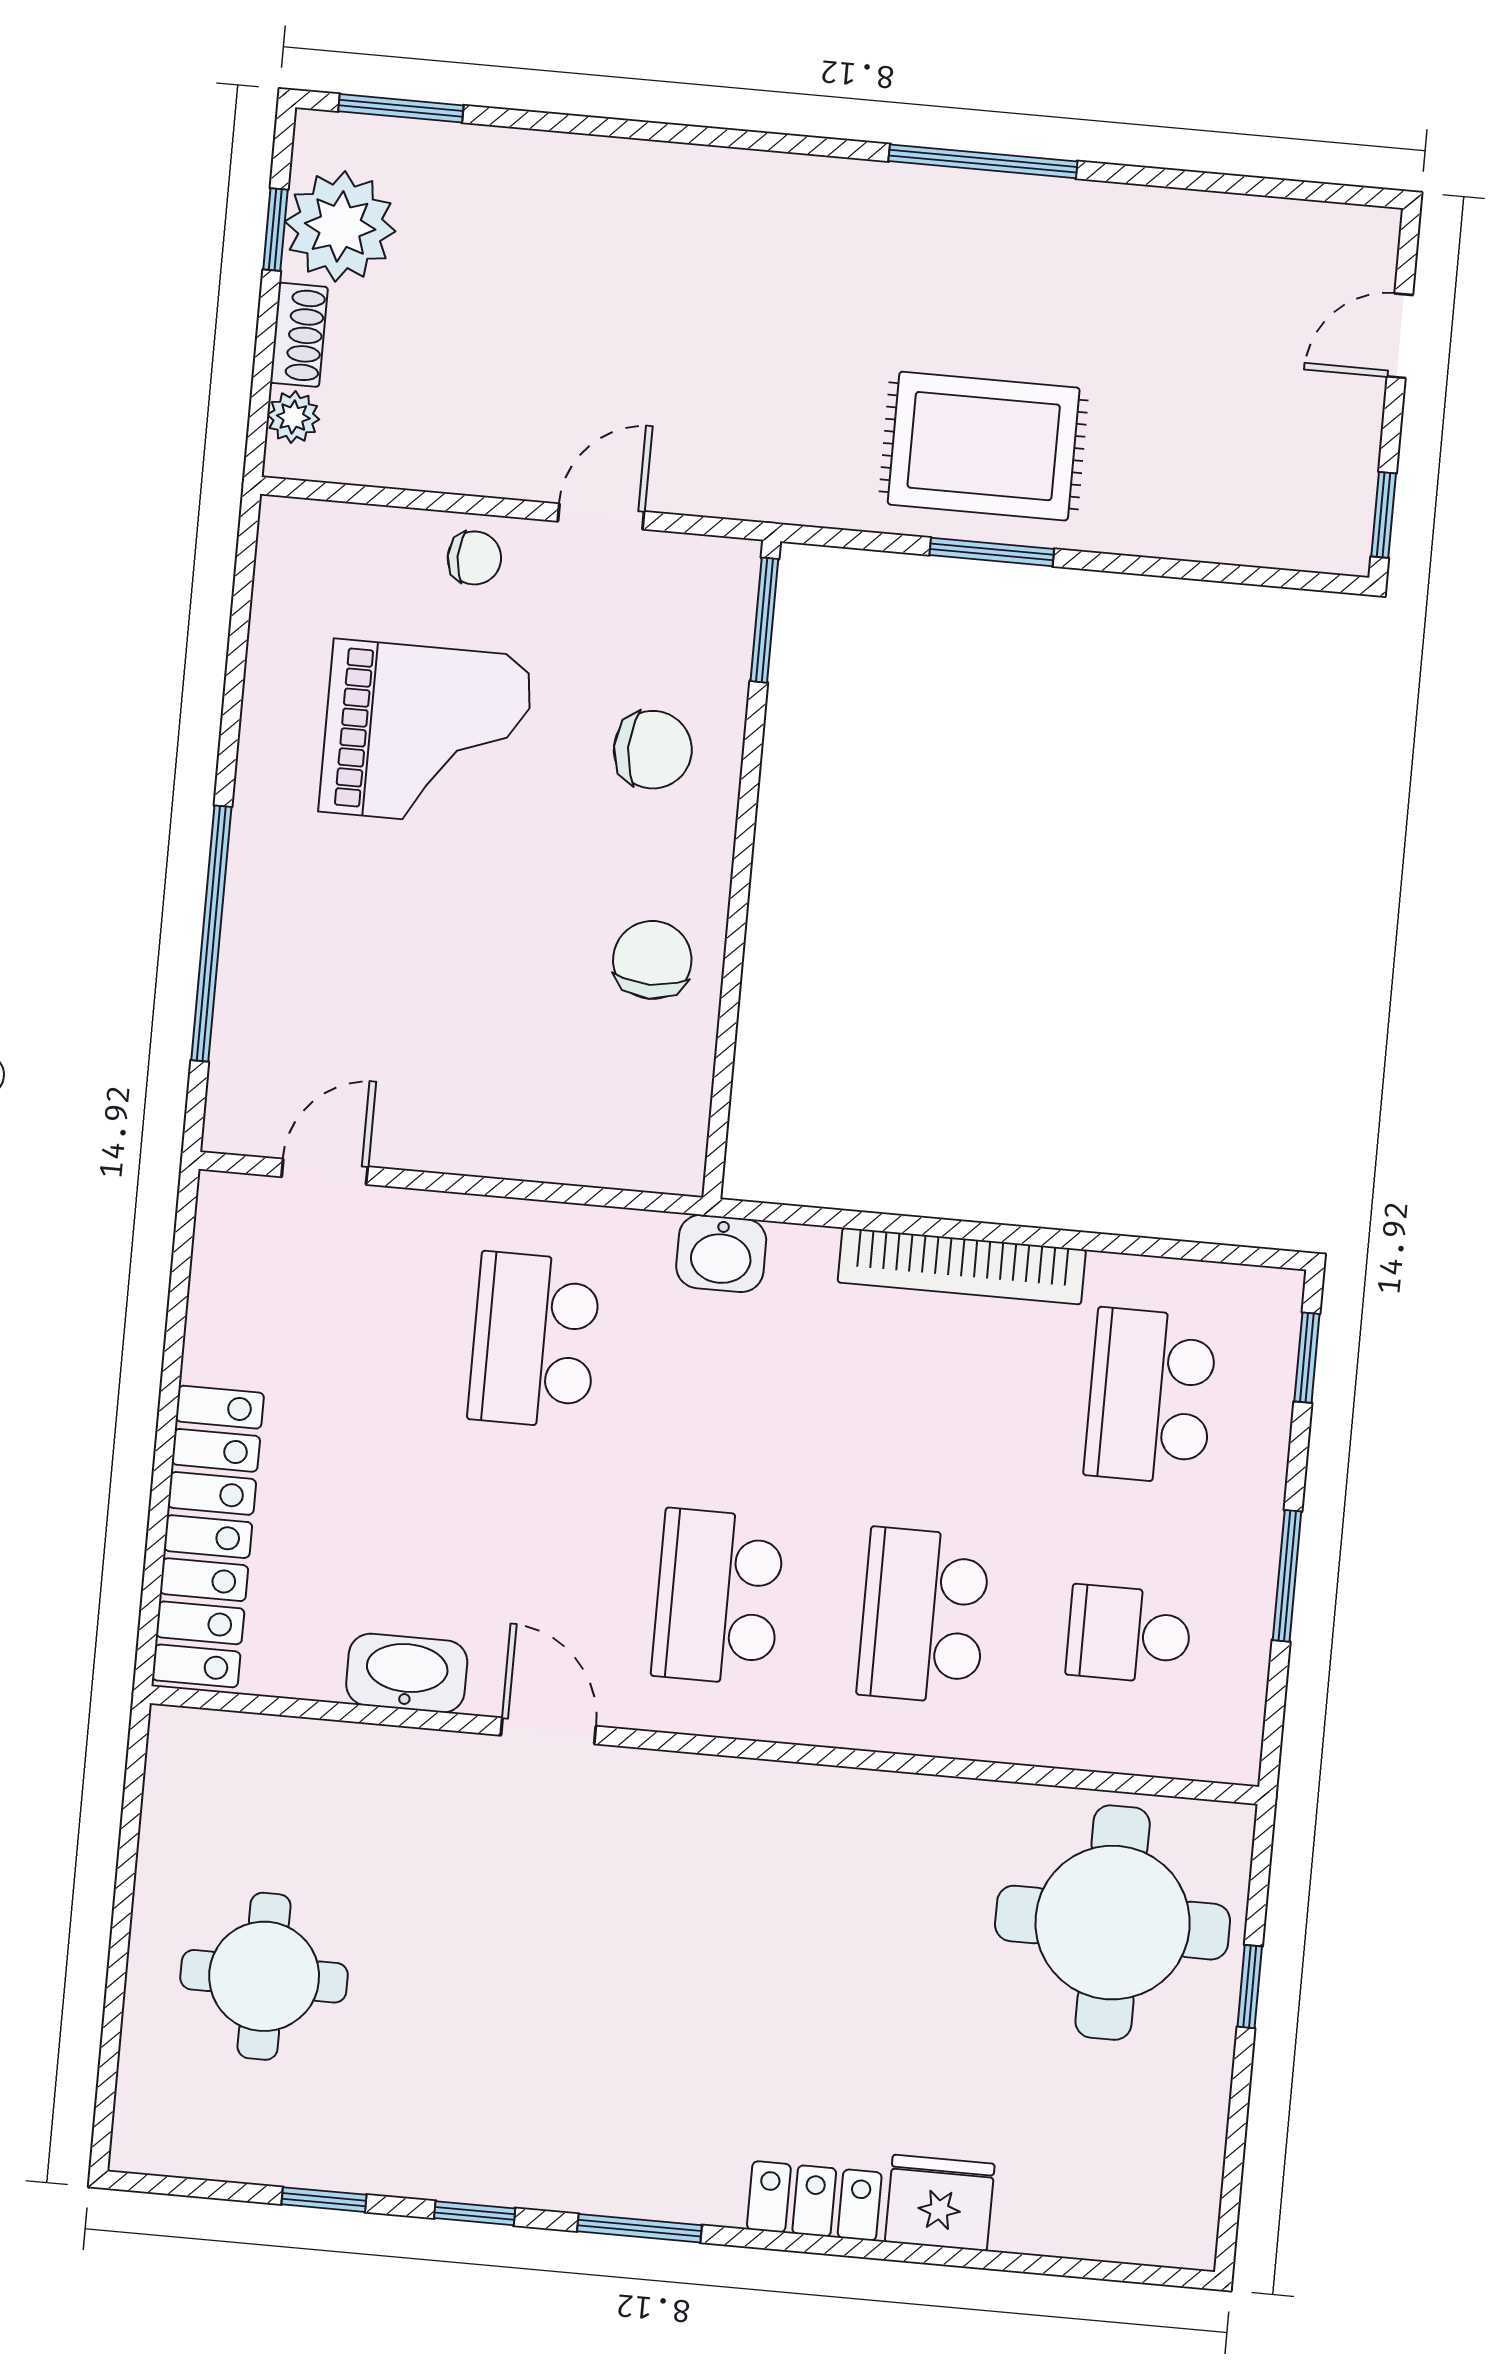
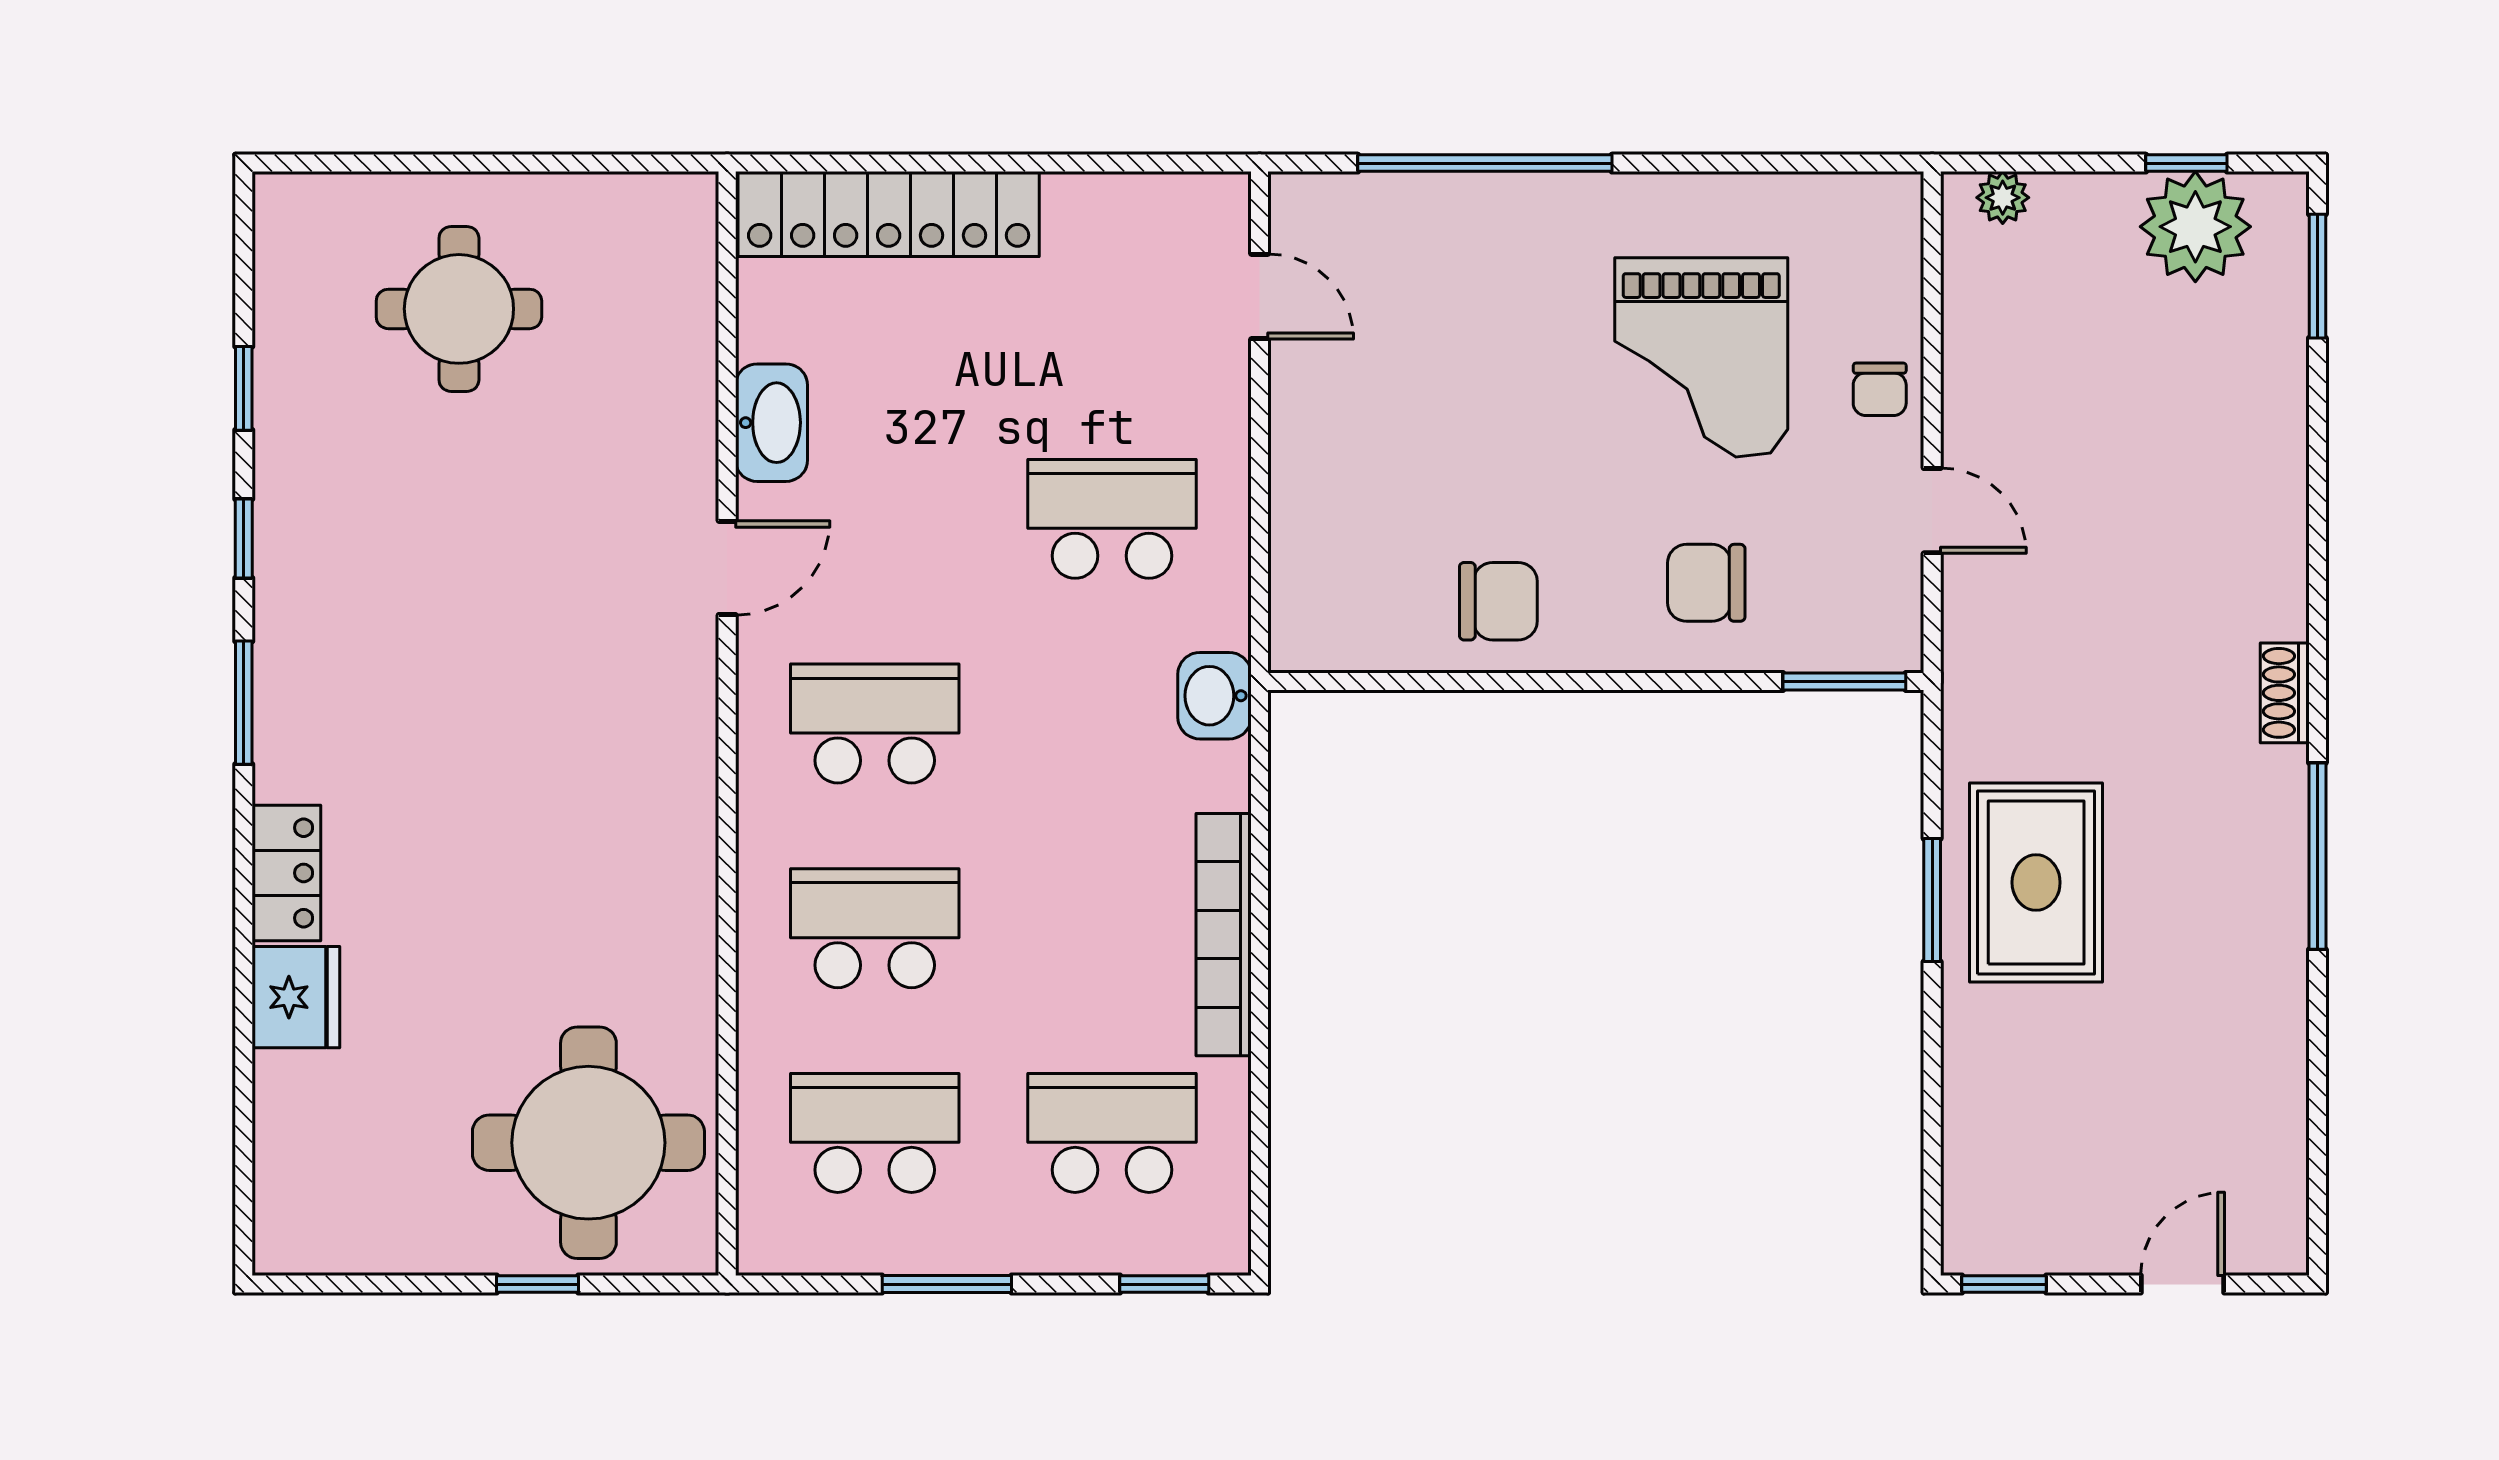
shoe rack: (299, 335) -> (2285, 693), moved, turned 90
door: (1400, 336) -> (2183, 1284), hinge flipped
chair: (653, 750) -> (1706, 583), turned 90
school desk: (1129, 1634) -> (875, 1133), width x1.85

